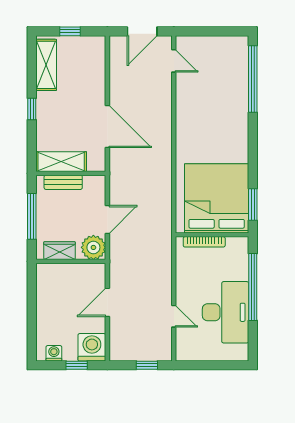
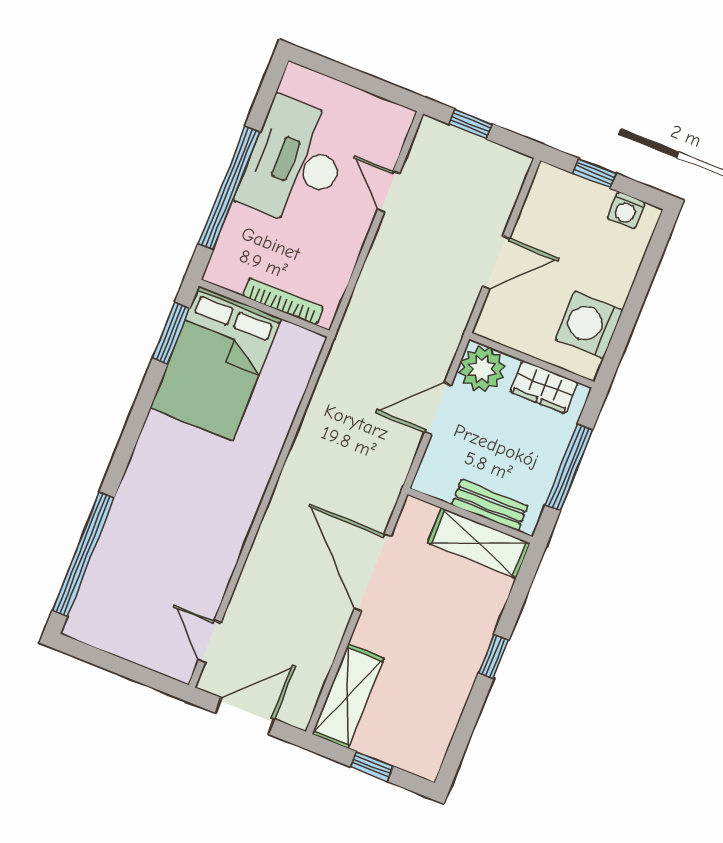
shelving: (46, 65) -> (348, 696), moved
bed: (217, 198) -> (216, 363), width x0.73
washing machine: (92, 347) -> (589, 325), moved, turned 90

